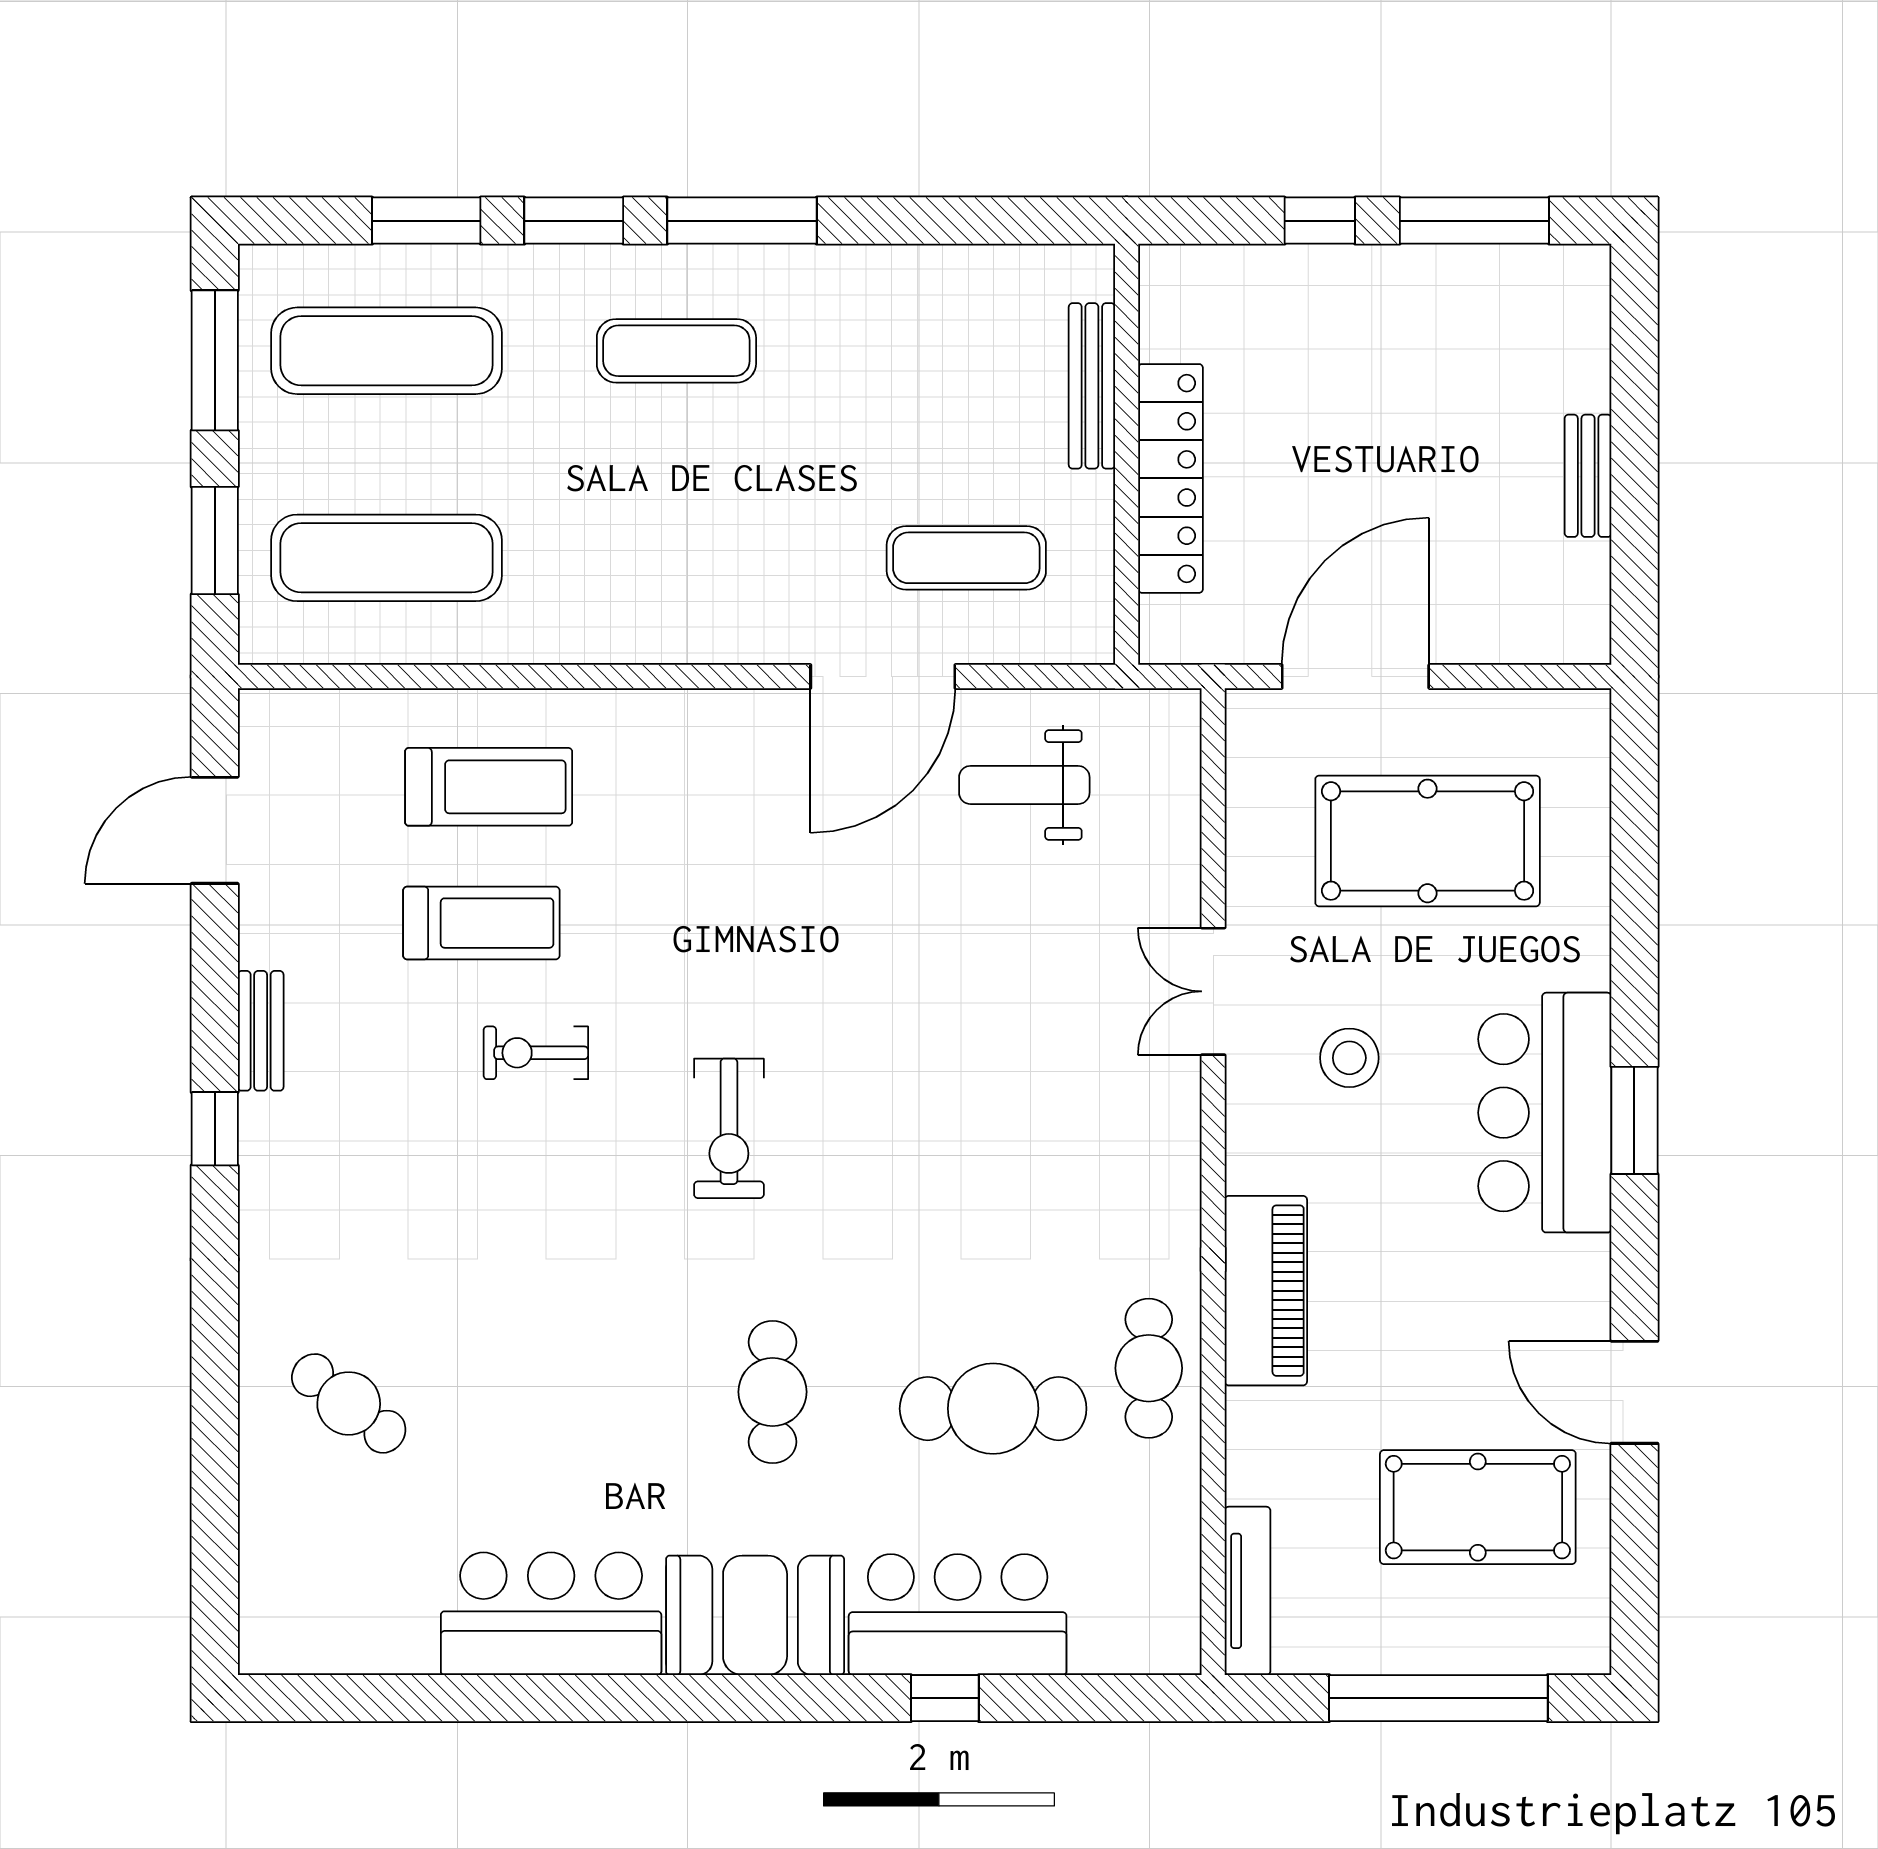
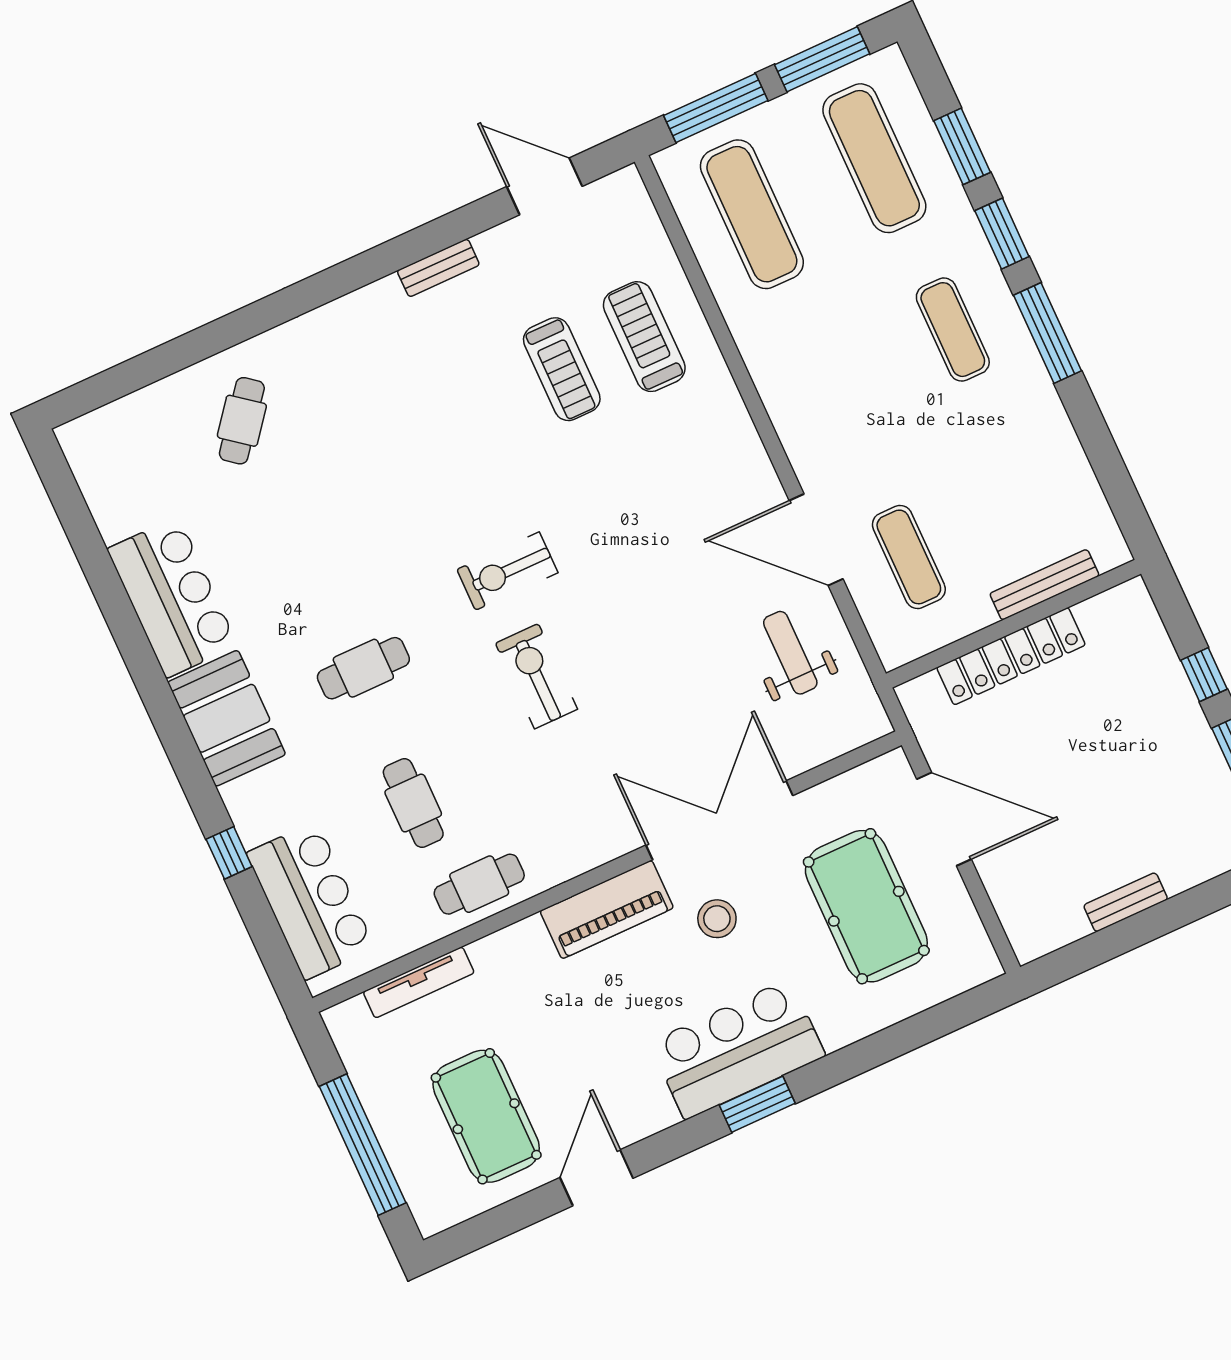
window: (215, 540) -> (716, 108), width x1.44
treadmill: (489, 787) -> (644, 337), turned 180
double door: (1213, 991) -> (719, 820), width x1.87
exercise bike: (536, 1053) -> (536, 676), moved, width x1.38, depth x1.39
window: (215, 1129) -> (368, 267), removed
piano: (1266, 1291) -> (607, 909), moved
cafe table: (993, 1409) -> (413, 803), width x0.73, depth x0.74
tv unit: (1248, 1591) -> (419, 982), moved
bar counter: (958, 1615) -> (311, 901), moved

